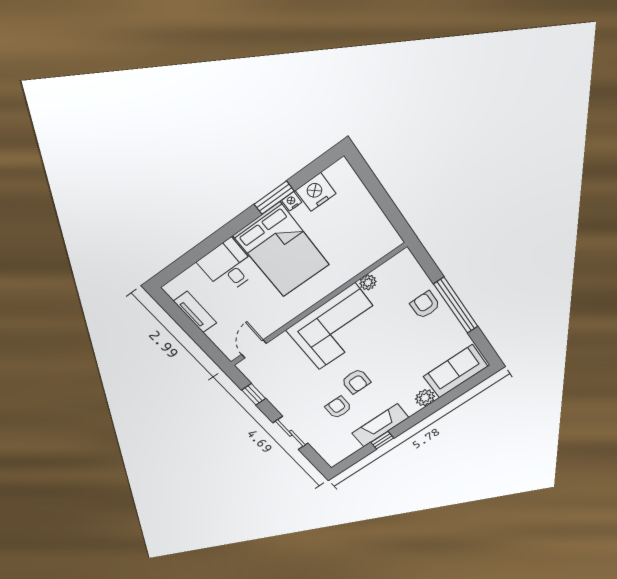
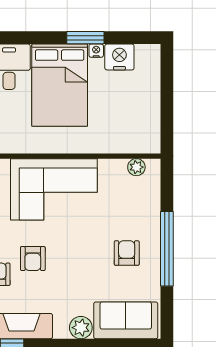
plant: (368, 282) -> (136, 167), moved
armchair: (425, 305) -> (127, 253), moved

